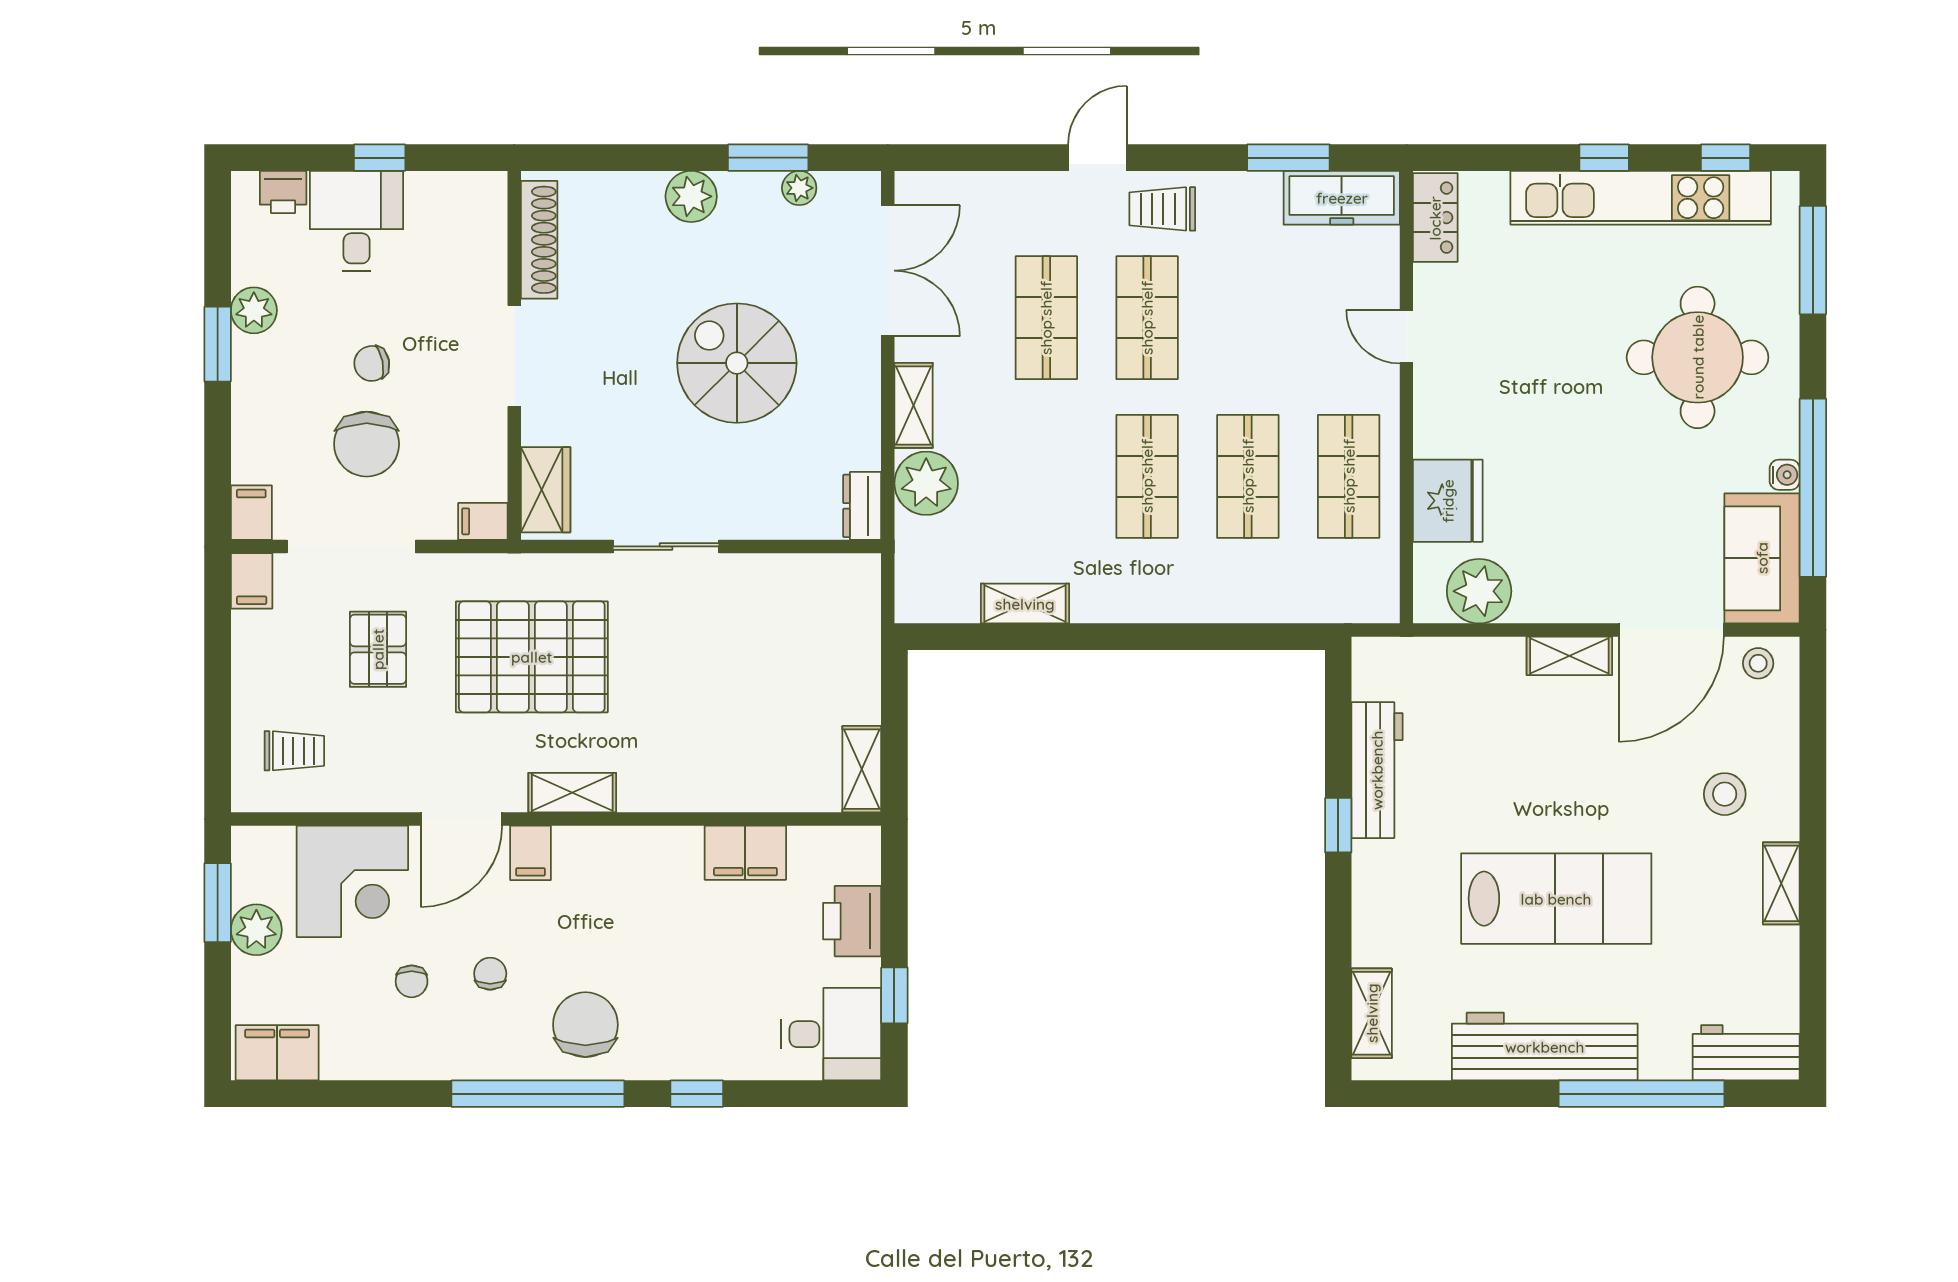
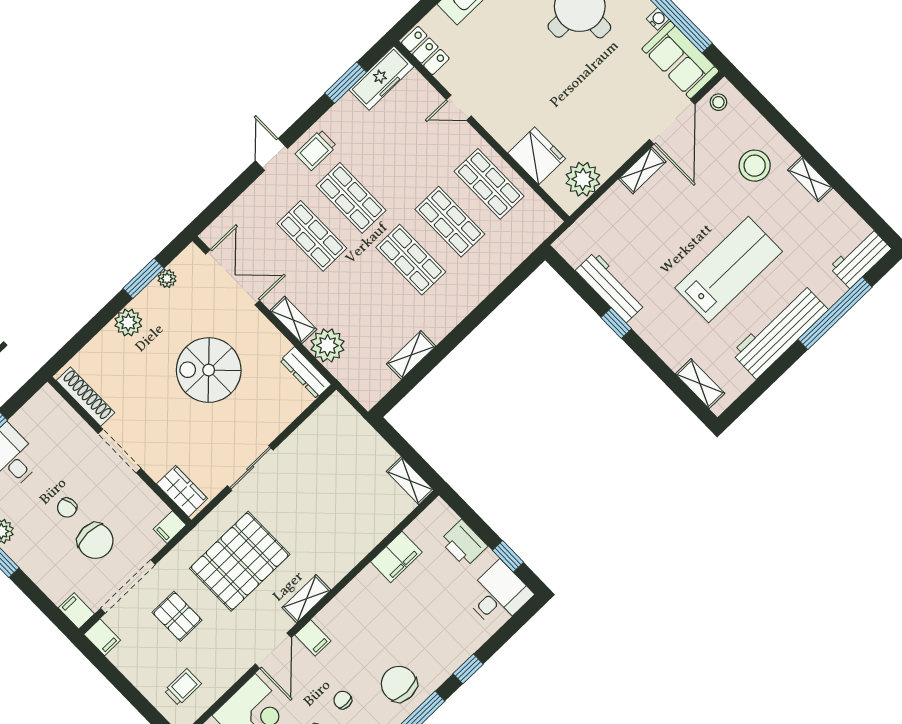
dresser: (862, 506) -> (306, 373), width x1.44
stool: (1725, 794) -> (755, 166), width x1.38, depth x1.38

